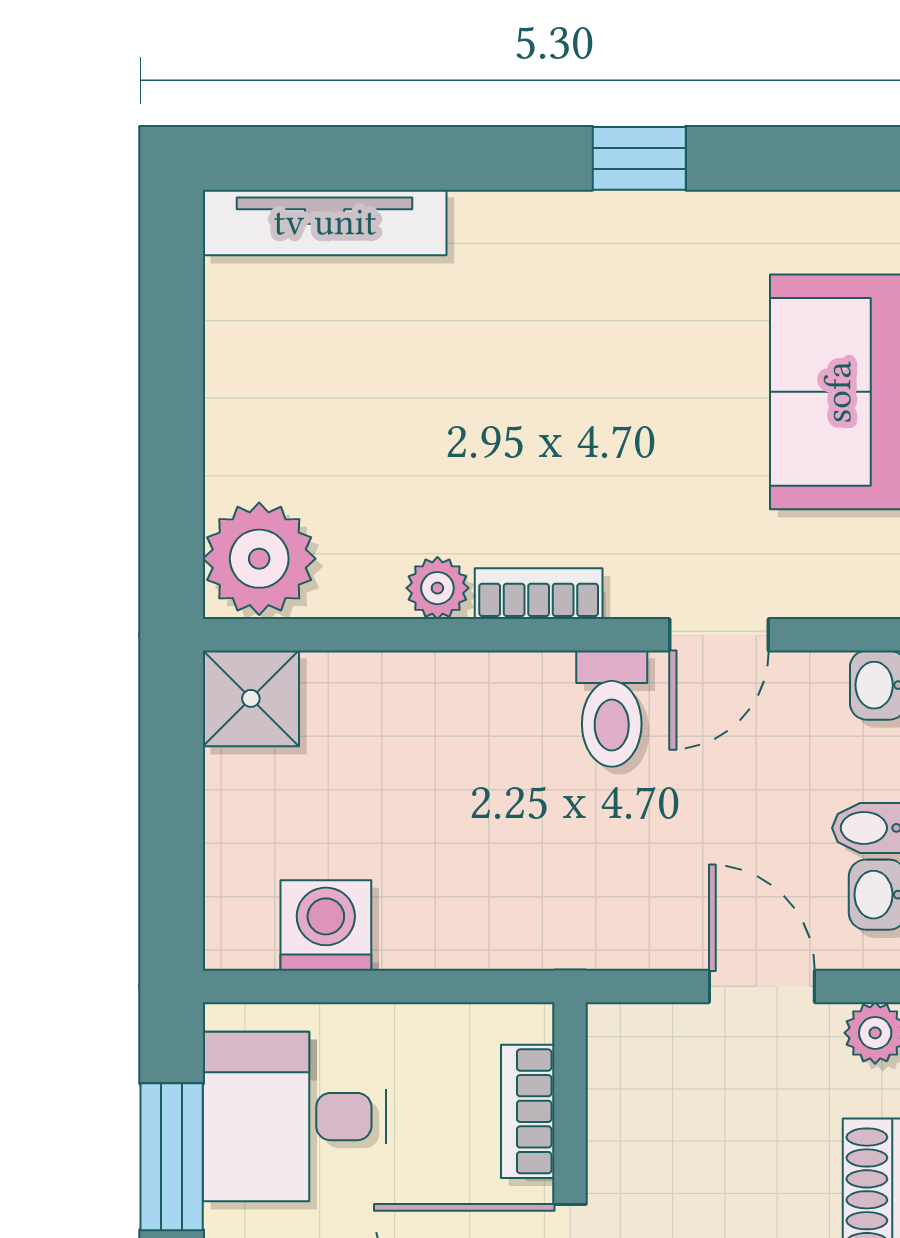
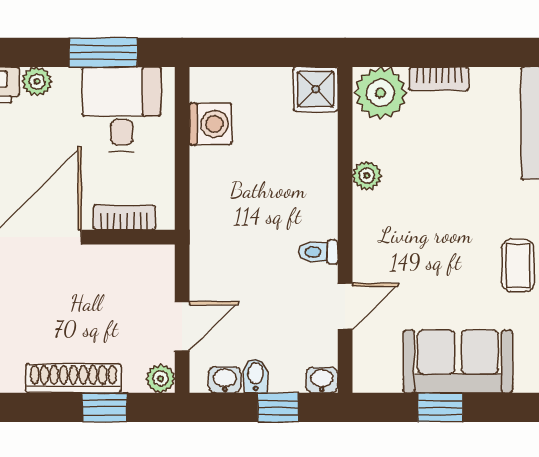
coffee table: (632, 263) -> (518, 266), added
bookcase: (539, 594) -> (439, 79), moved, turned 90
door: (719, 635) -> (345, 306), swing flipped
toilet: (612, 709) -> (318, 252), width x0.73, depth x0.72

